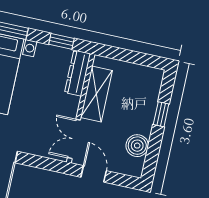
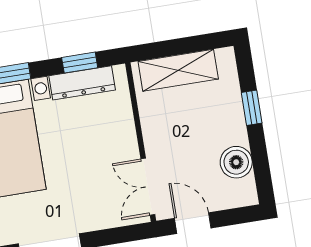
dresser: (78, 73) -> (82, 83), moved, turned -90
shelving: (96, 94) -> (178, 70), moved, turned 90

